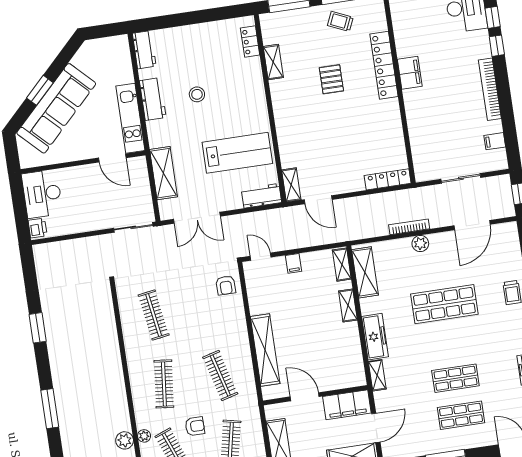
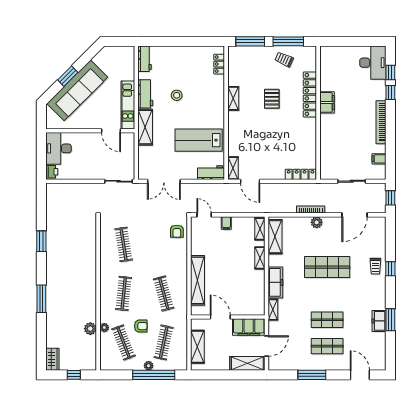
shelving: (273, 62) -> (233, 98), moved
lab bench: (237, 153) -> (199, 140), turned 180
shelving: (163, 173) -> (145, 127), moved

